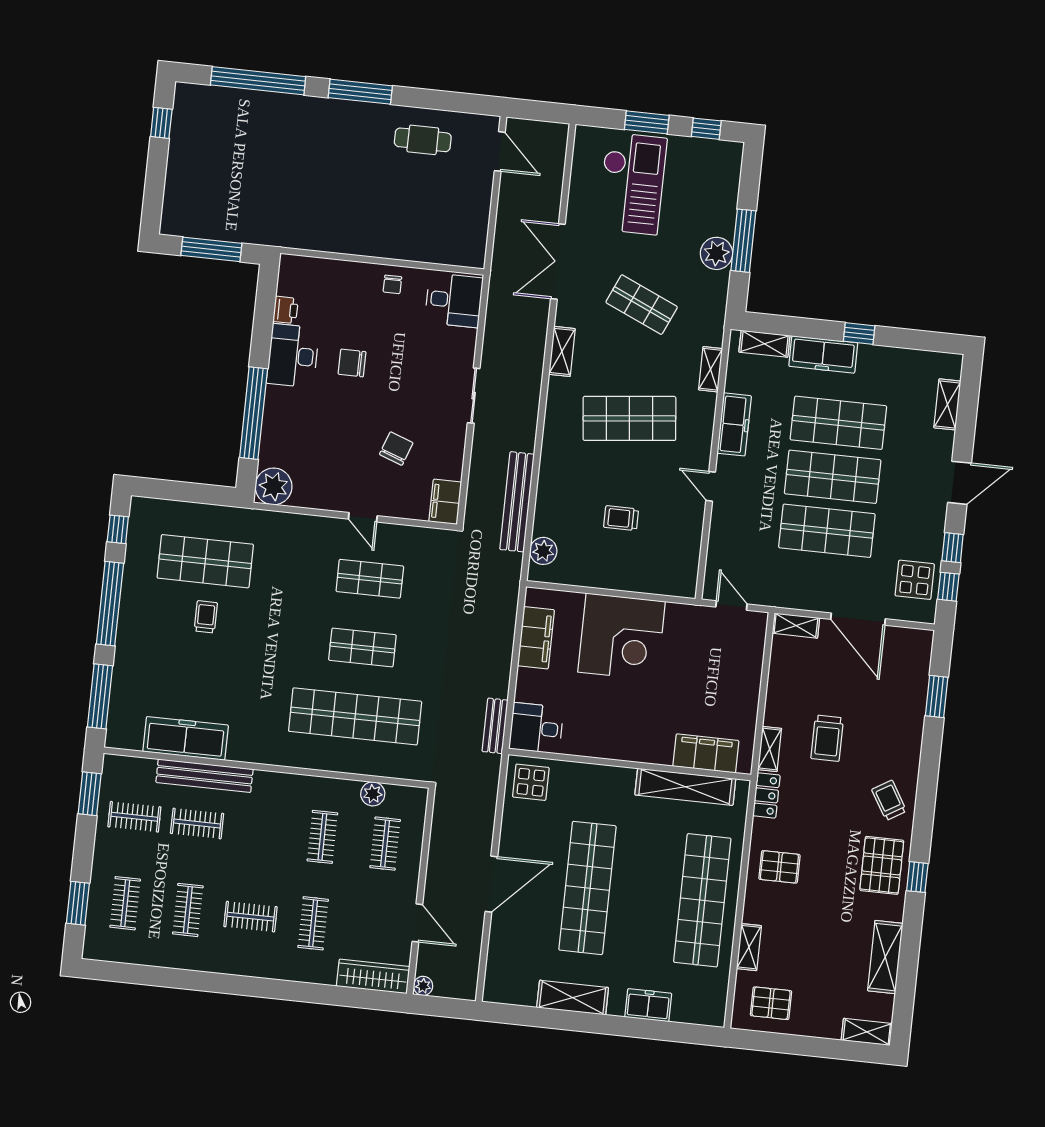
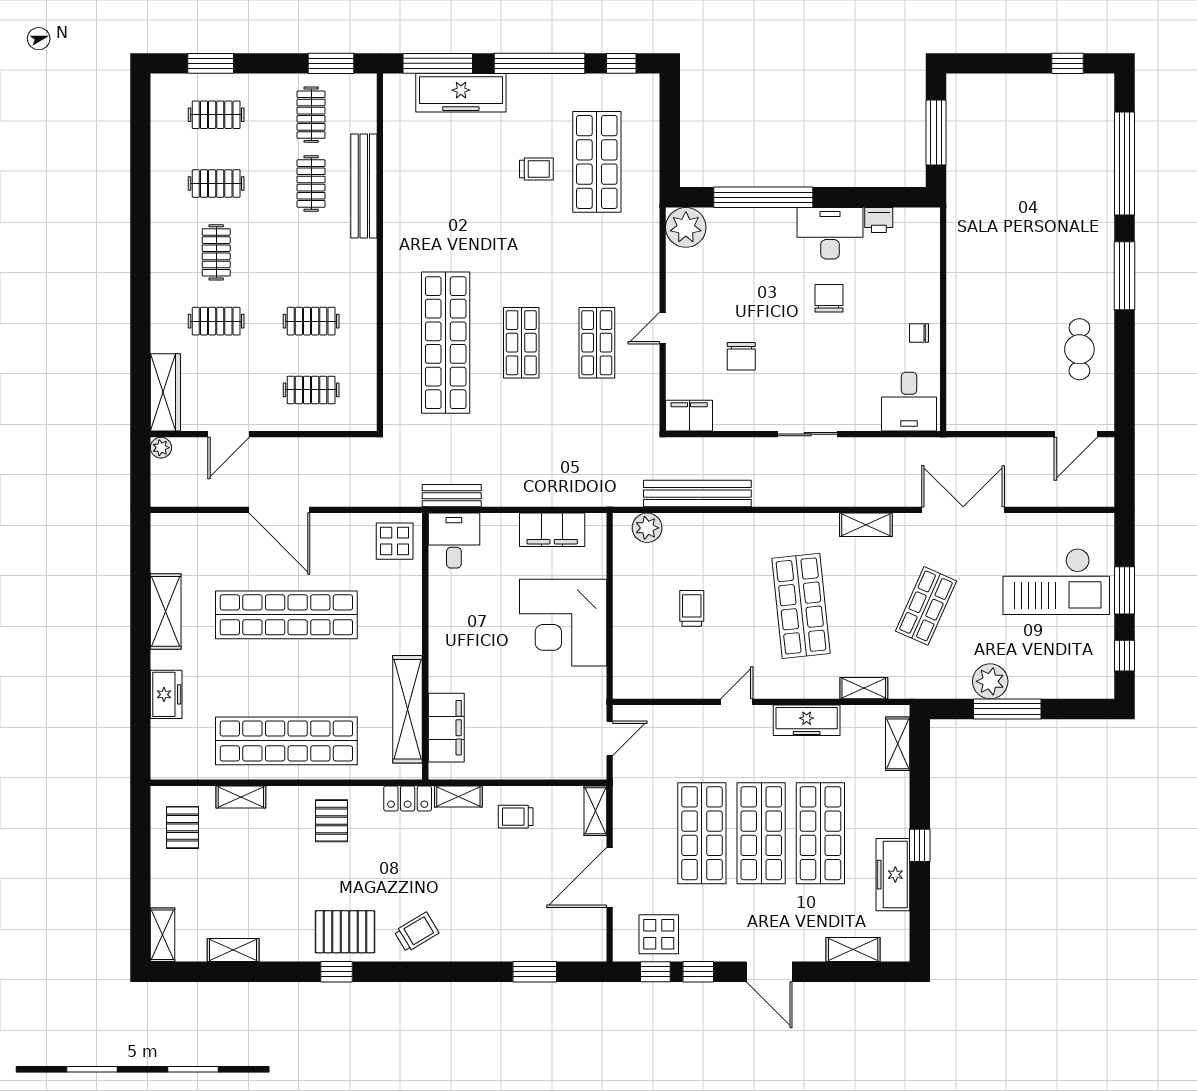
freezer: (823, 354) -> (893, 875), moved
chair: (396, 449) -> (741, 356), turned 70
freezer: (186, 738) -> (461, 93), moved, turned 90
trolley: (827, 738) -> (516, 817), moved, width x0.73, depth x0.72
plant: (373, 794) -> (364, 371), removed
shelving: (885, 957) -> (233, 950), width x0.67, depth x0.75

